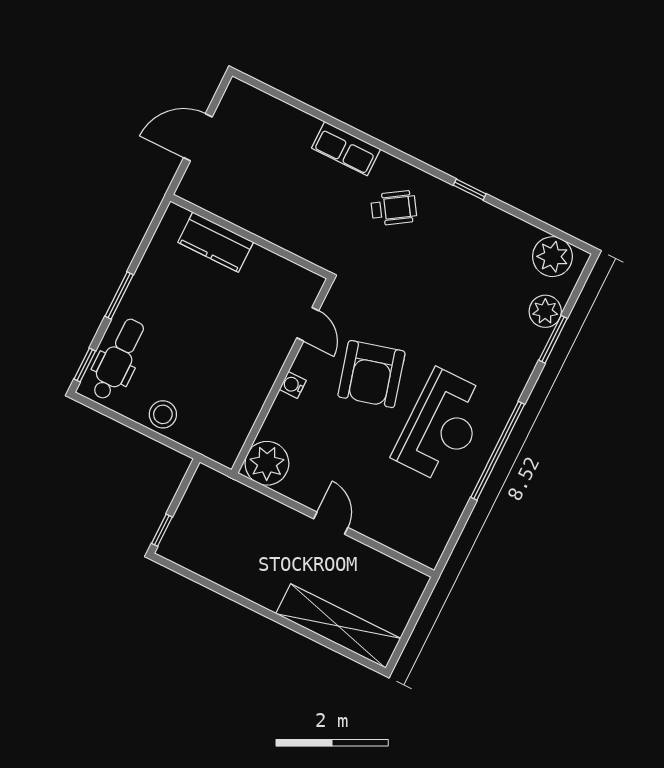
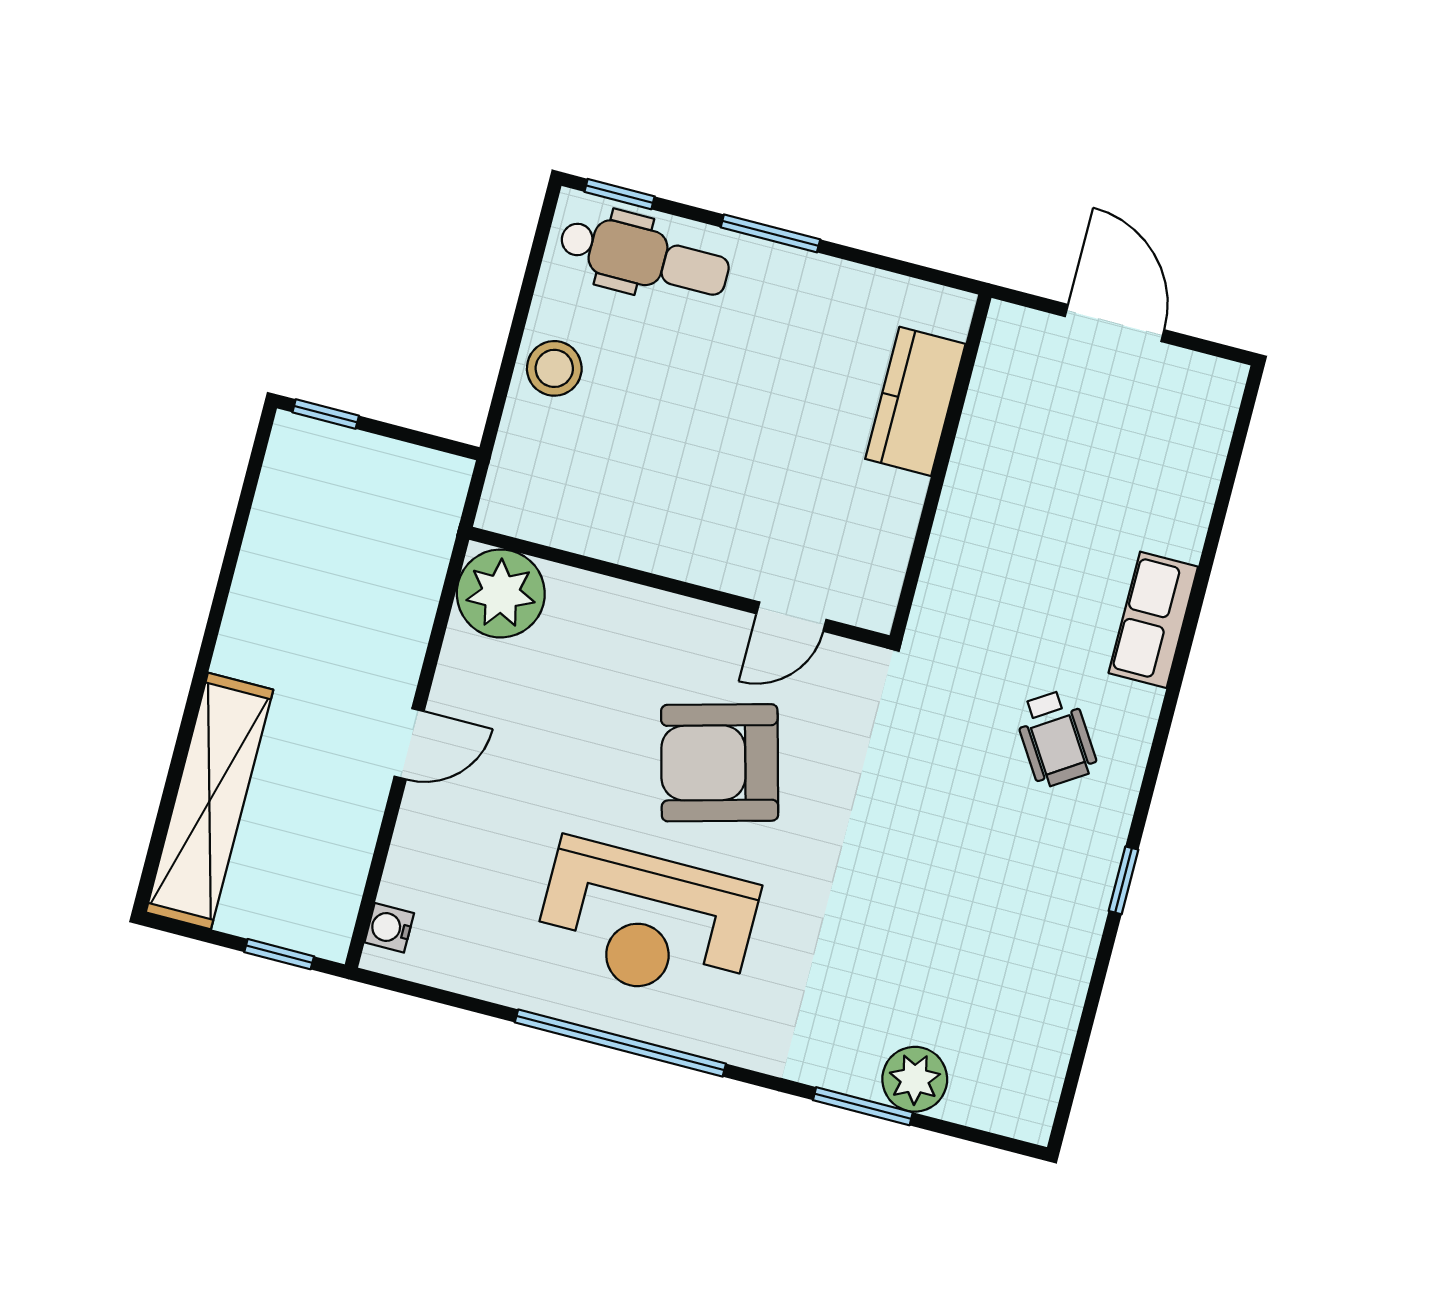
plant: (552, 257) -> (1025, 1071), removed
water cooler: (293, 385) -> (389, 928), moved, turned -90
window: (420, 608) -> (279, 954), added

